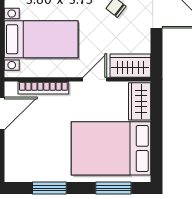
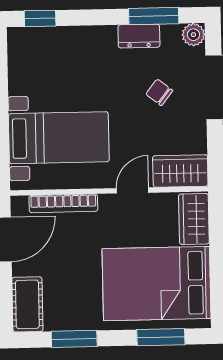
cot: (15, 162) -> (27, 304), added

